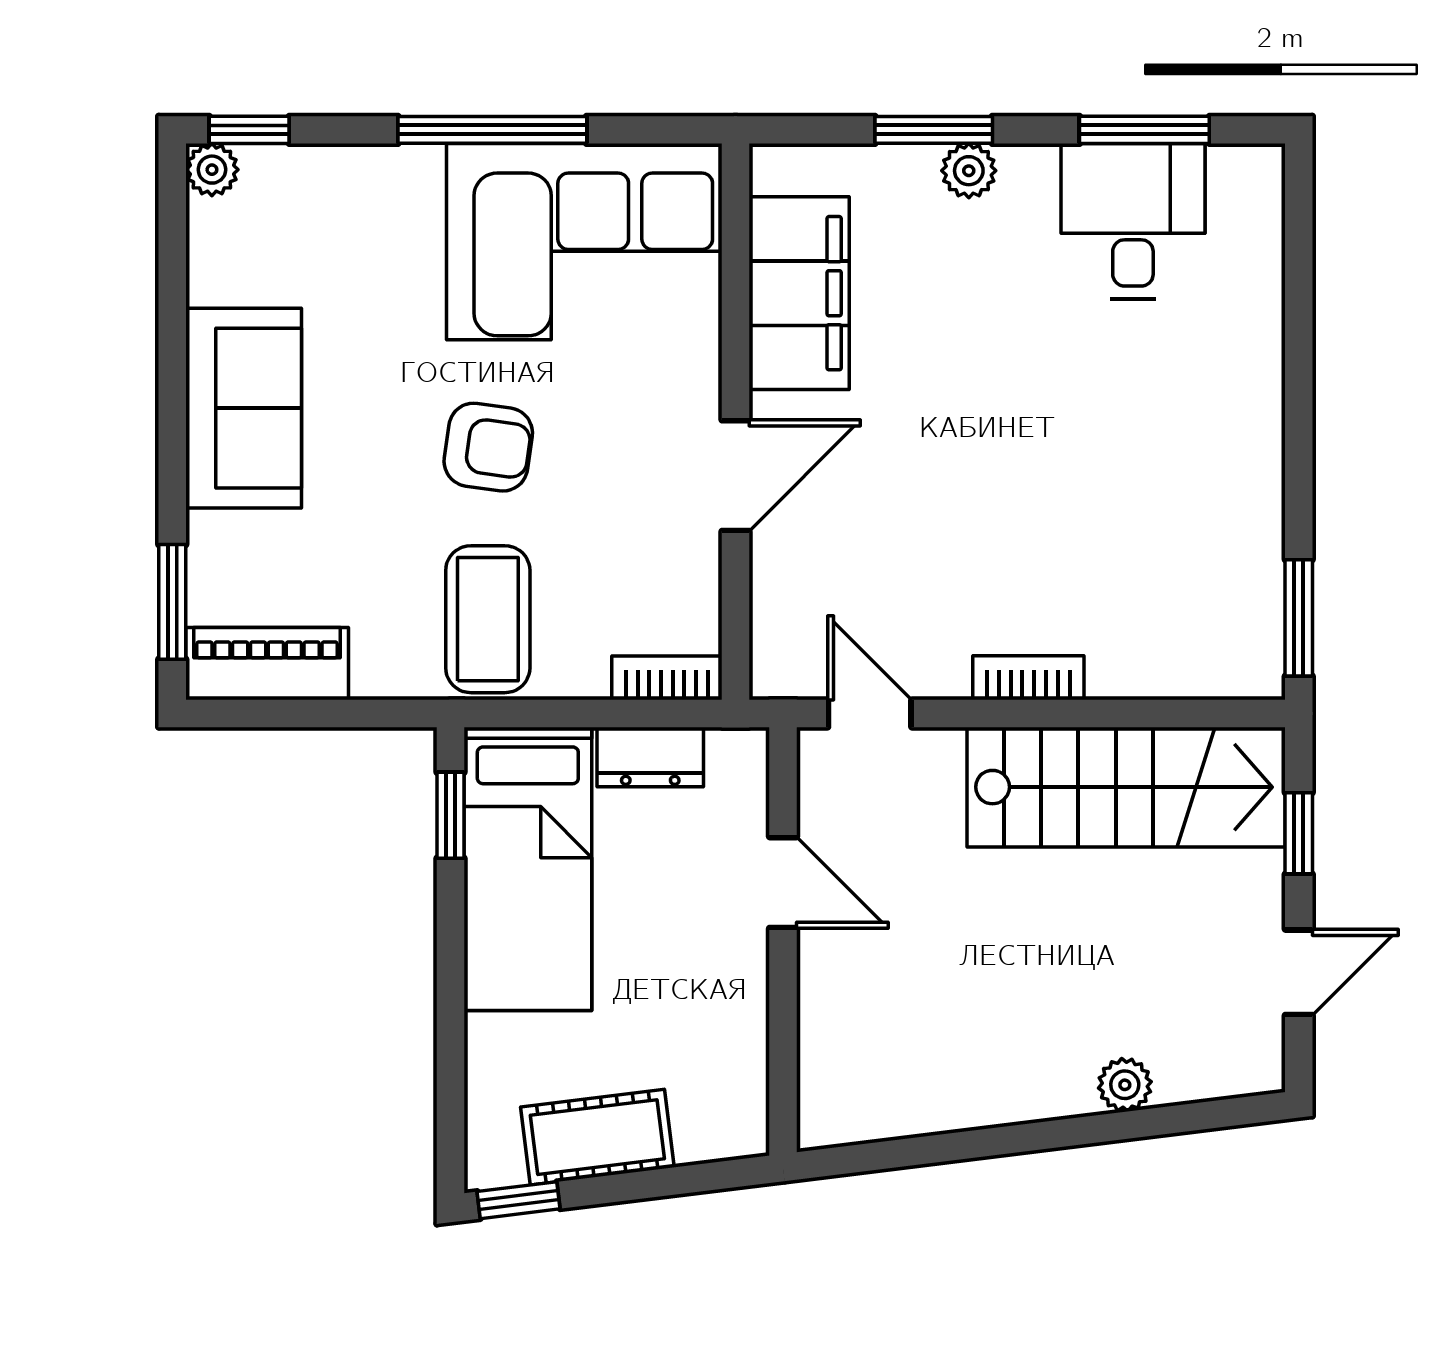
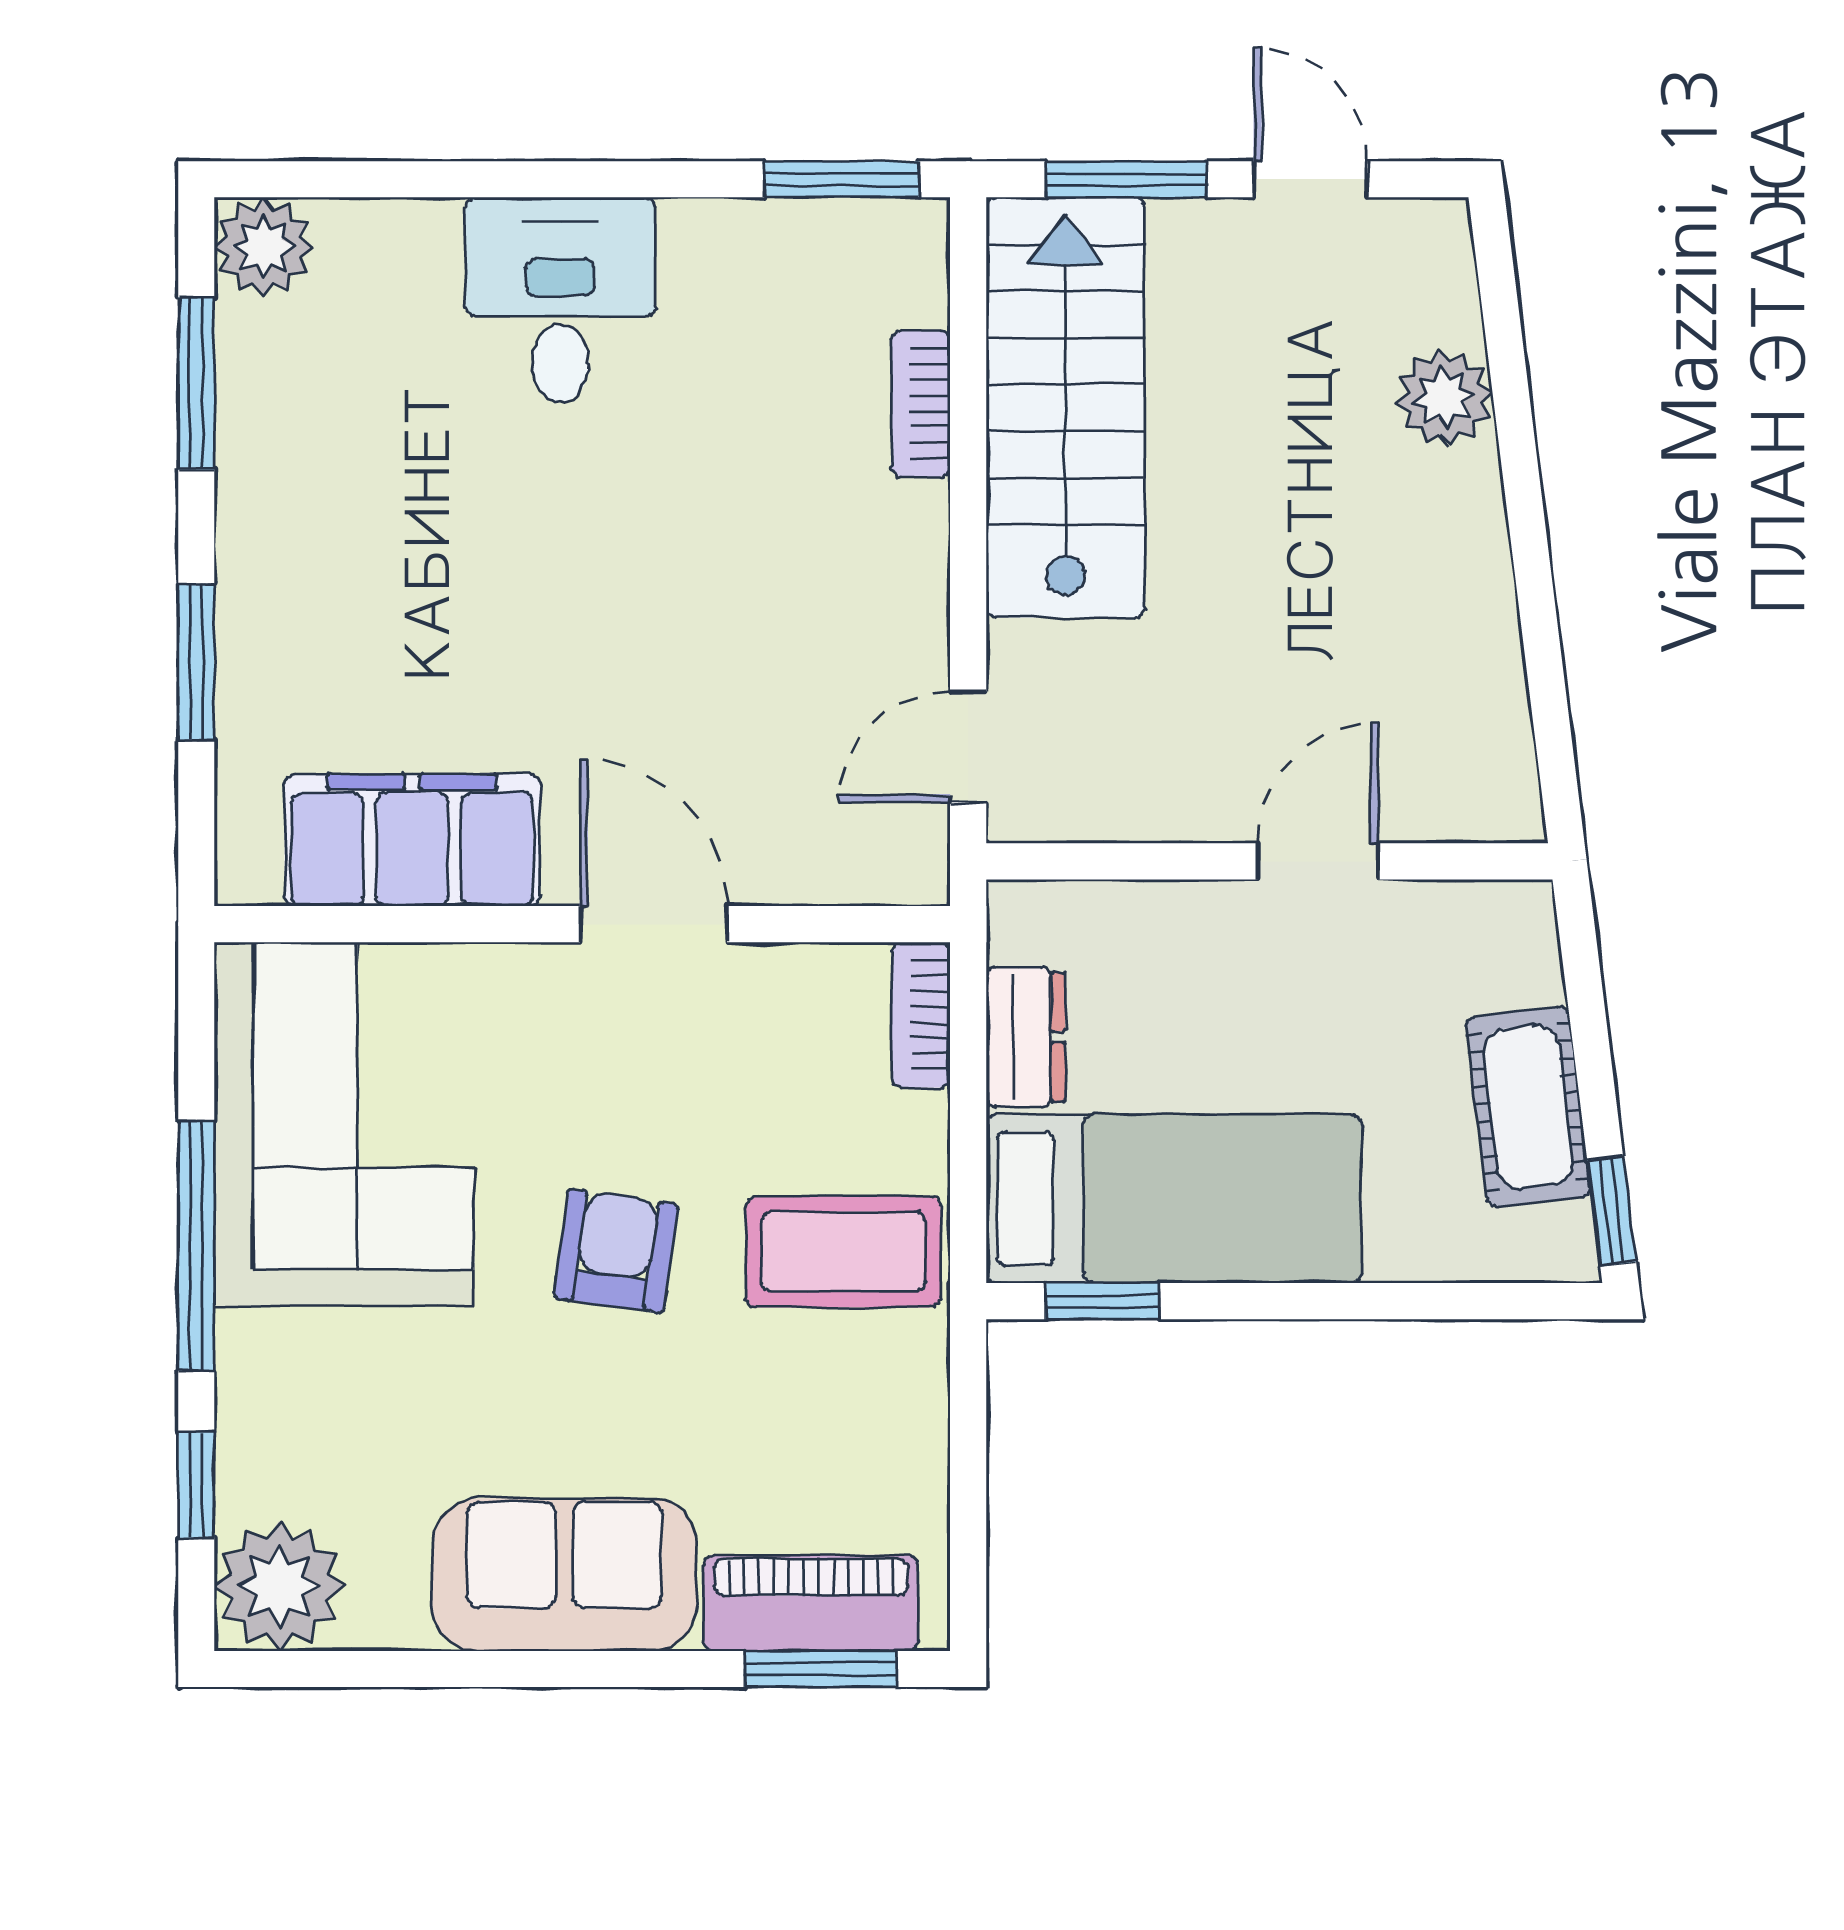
window: (249, 130) -> (196, 1485), moved
plant: (212, 170) -> (279, 1586), width x1.87, depth x1.87
plant: (969, 171) -> (264, 247), moved, width x1.38, depth x1.38
desk: (1133, 221) -> (560, 300), moved, turned 90
piano: (267, 664) -> (811, 1603), moved, turned 90
bookcase: (1028, 678) -> (921, 403), moved
window: (1299, 833) -> (1126, 179), width x1.50
door: (783, 883) -> (1318, 861), moved
plant: (1125, 1085) -> (1444, 398), width x1.38, depth x1.38

